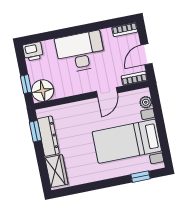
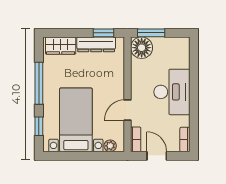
printer: (33, 51) -> (182, 46), removed
window: (26, 84) -> (151, 33), width x1.50
door: (107, 92) -> (128, 110), hinge flipped
window: (98, 185) -> (39, 83), added

